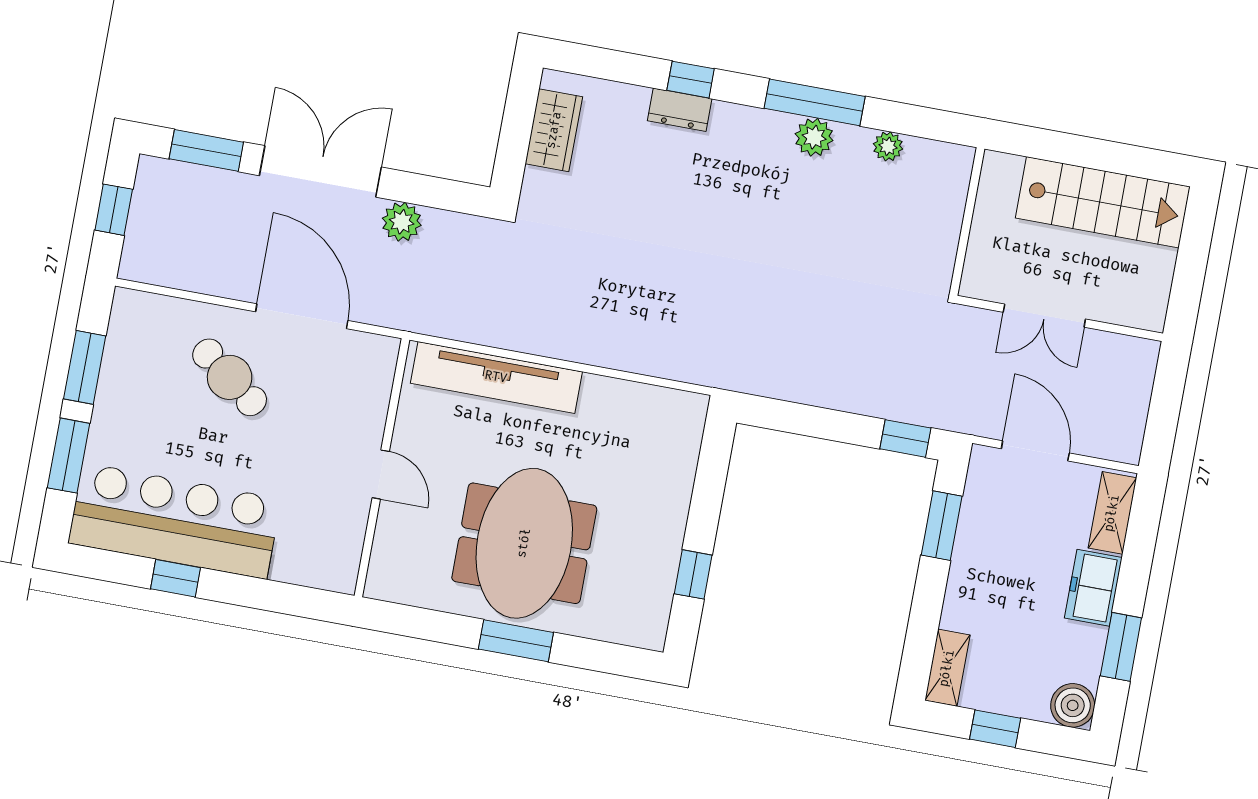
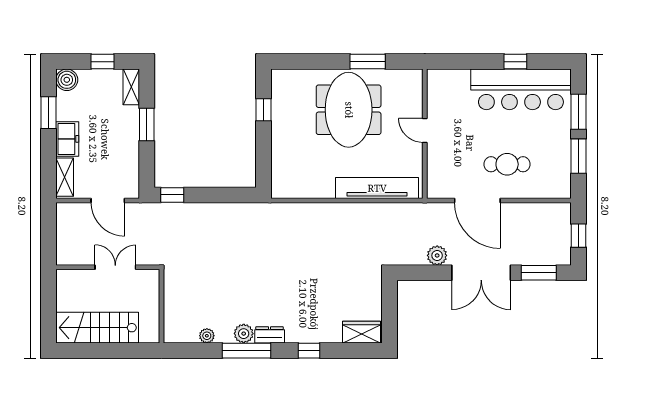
dresser: (680, 110) -> (270, 335), moved
wardrobe: (554, 130) -> (361, 332), moved, turned 90
cafe table: (230, 377) -> (507, 164), turned -37
window: (942, 526) -> (147, 124), moved
window: (516, 641) -> (368, 62), moved

